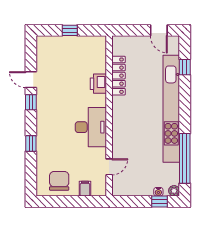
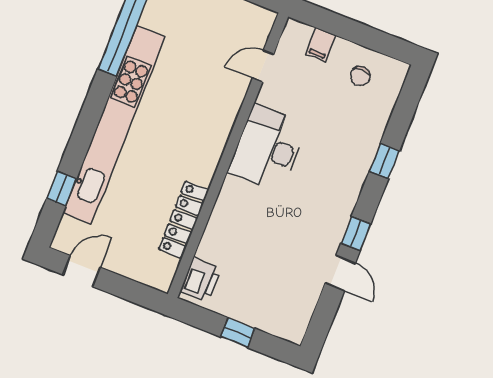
door: (159, 30) -> (81, 271), hinge flipped
printer: (98, 84) -> (201, 280), moved
chair: (59, 181) -> (360, 76), width x0.54, depth x0.54

